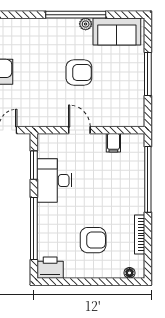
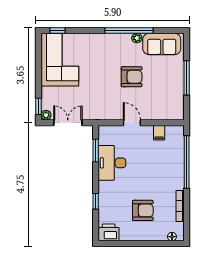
window: (34, 228) -> (96, 201), width x0.32

